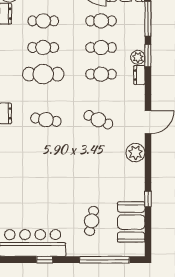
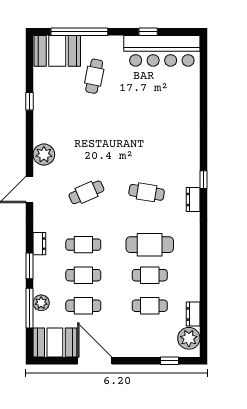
plant: (138, 57) -> (41, 303), moved
cafe table: (98, 120) -> (86, 192), turned -48
booth: (131, 222) -> (57, 51), moved, turned 90

